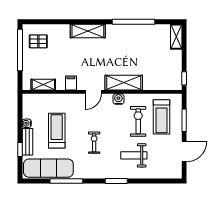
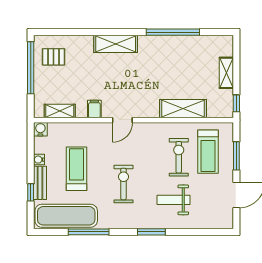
shelving: (176, 37) -> (226, 73), moved
shelving: (124, 83) -> (183, 109), moved
water cooler: (118, 99) -> (40, 129), moved
exercise bike: (94, 143) -> (123, 184), width x1.38, depth x1.39

